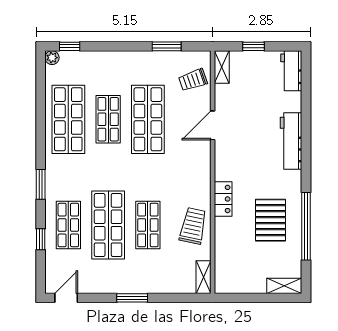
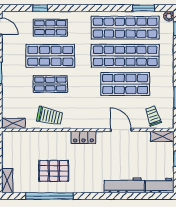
shop shelf: (68, 119) -> (125, 28), width x1.40
shop shelf: (108, 119) -> (125, 56), width x2.00, depth x1.36
workbench: (291, 141) -> (124, 185), moved
window: (41, 184) -> (144, 8), moved
locker: (223, 199) -> (83, 137), moved

